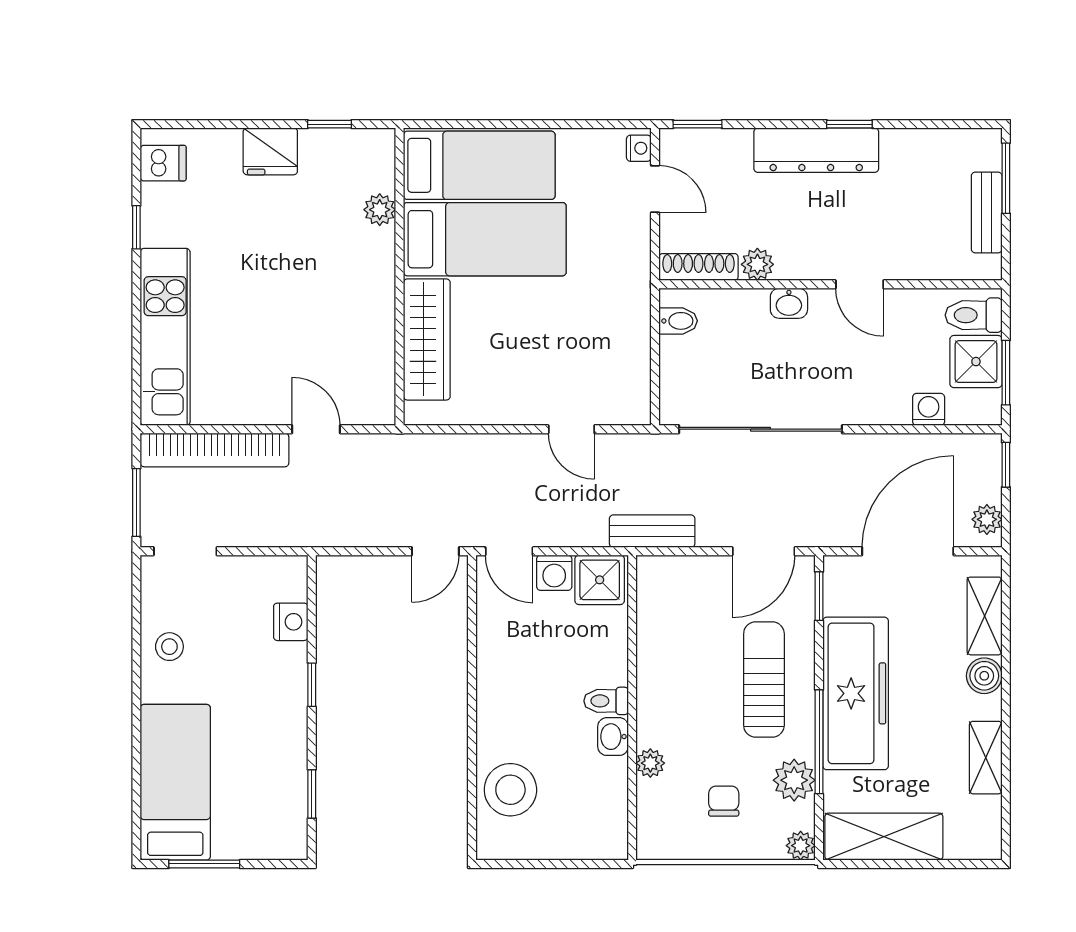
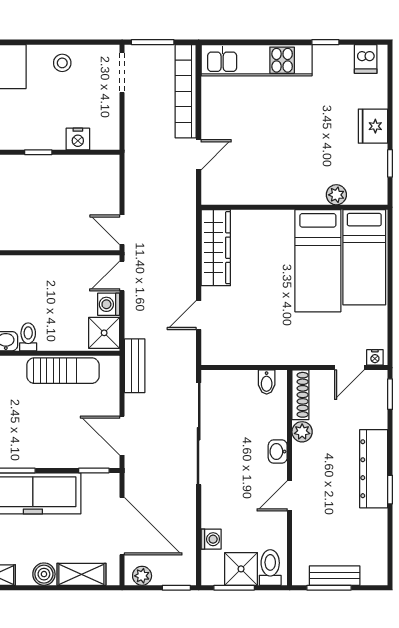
window: (1006, 178) -> (329, 588), moved
wardrobe: (427, 339) -> (216, 248), moved, turned -90
sun lounger: (764, 680) -> (63, 371), moved

